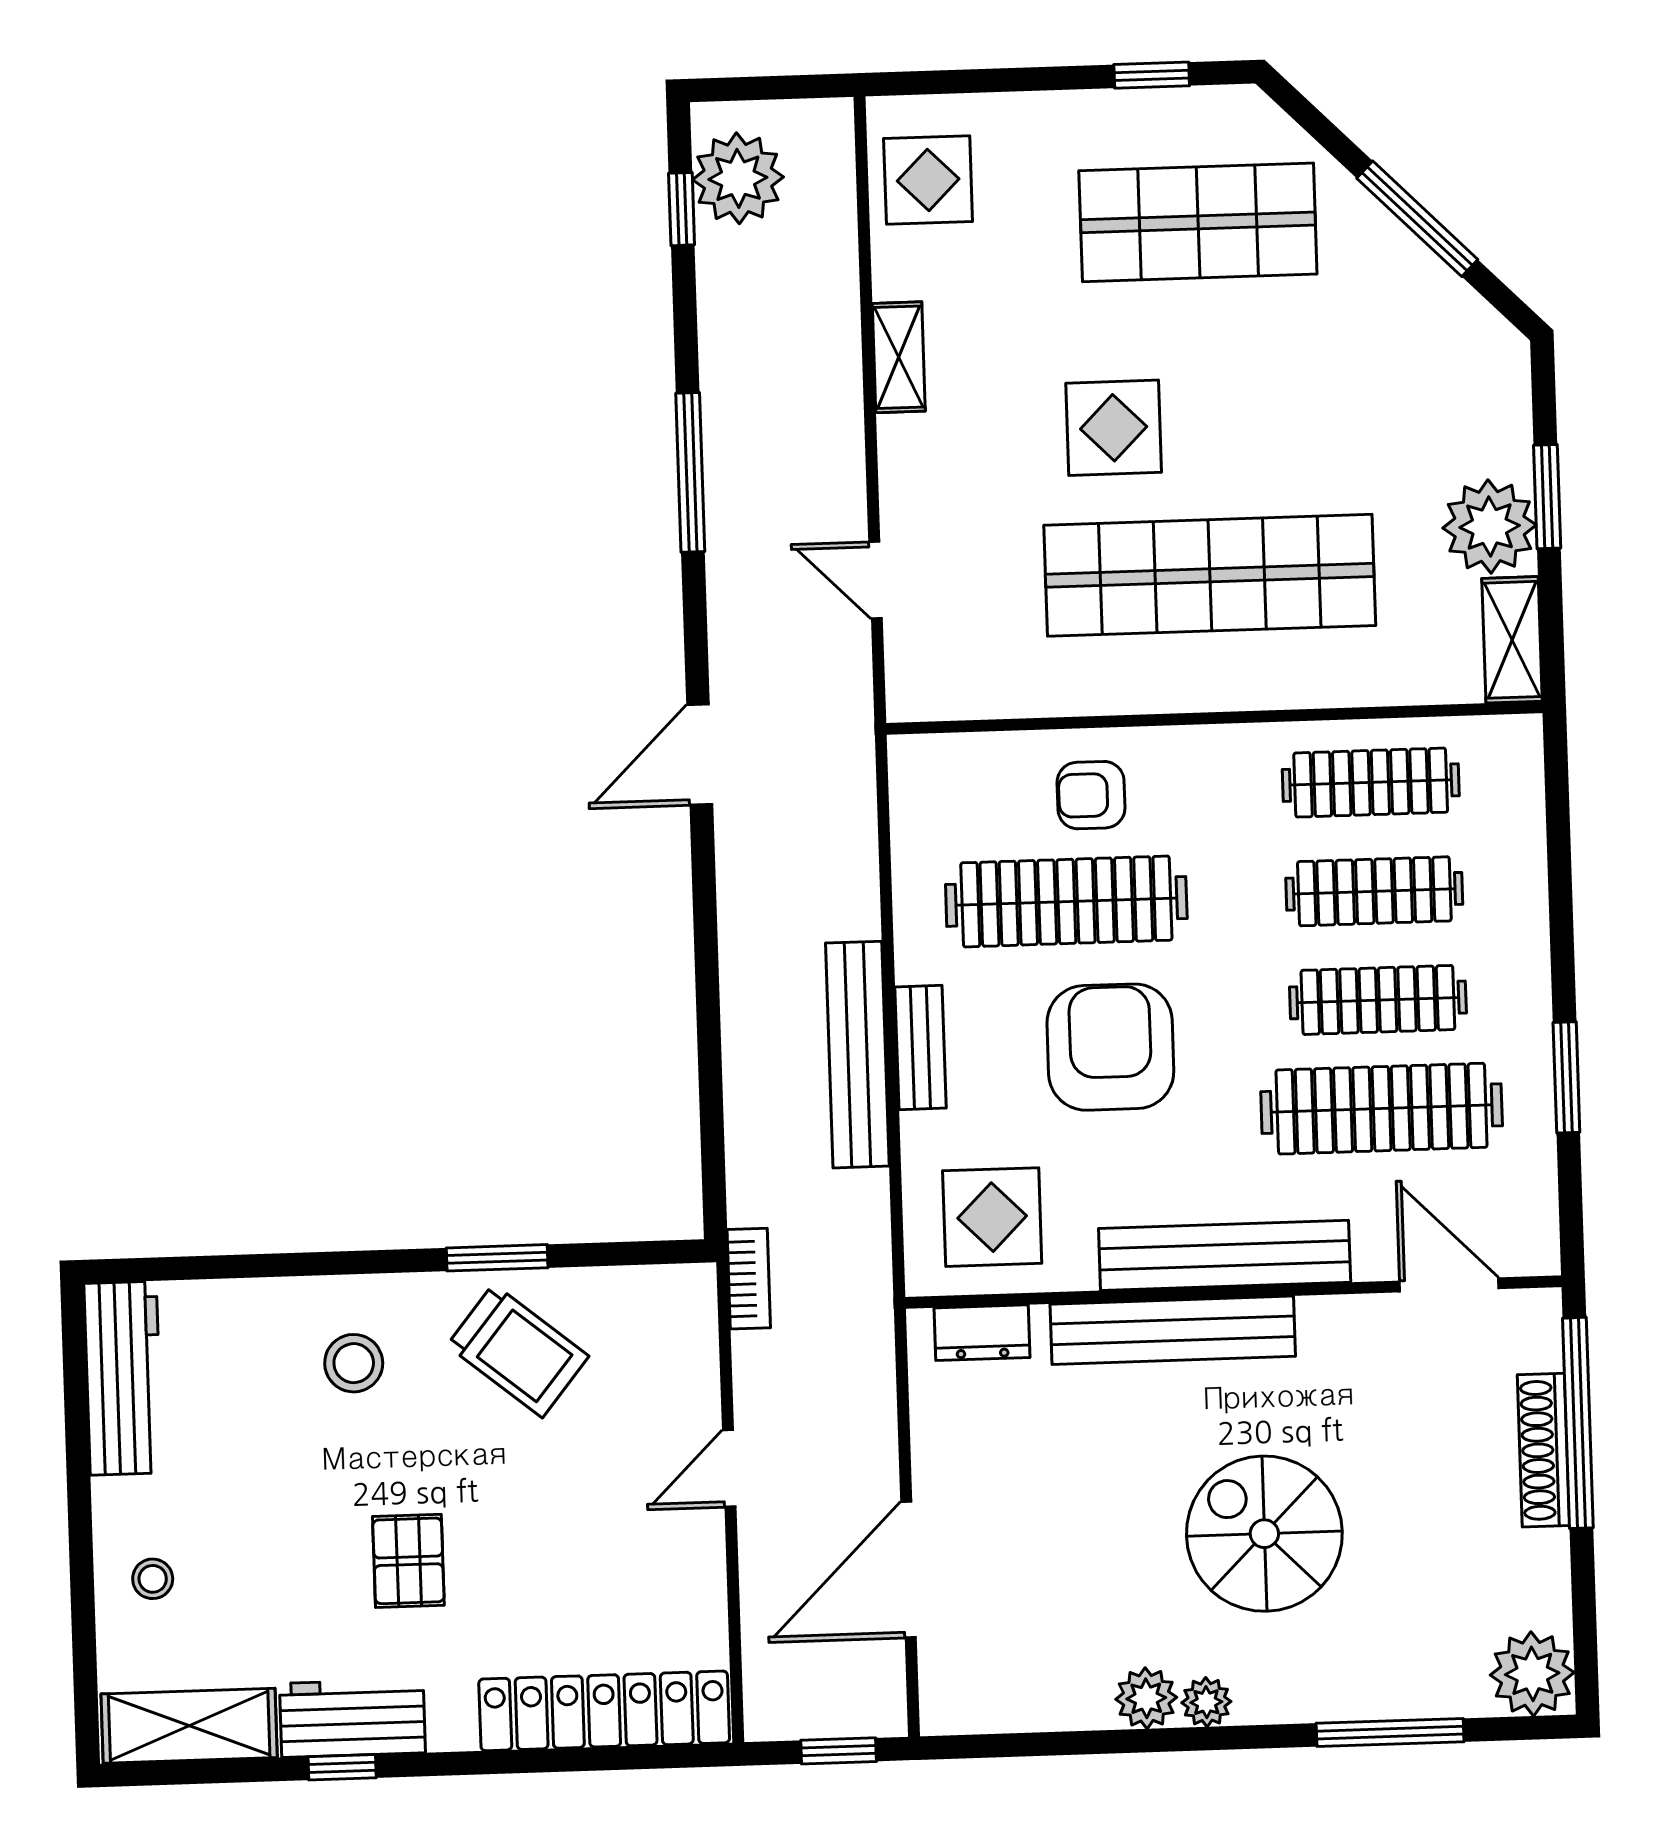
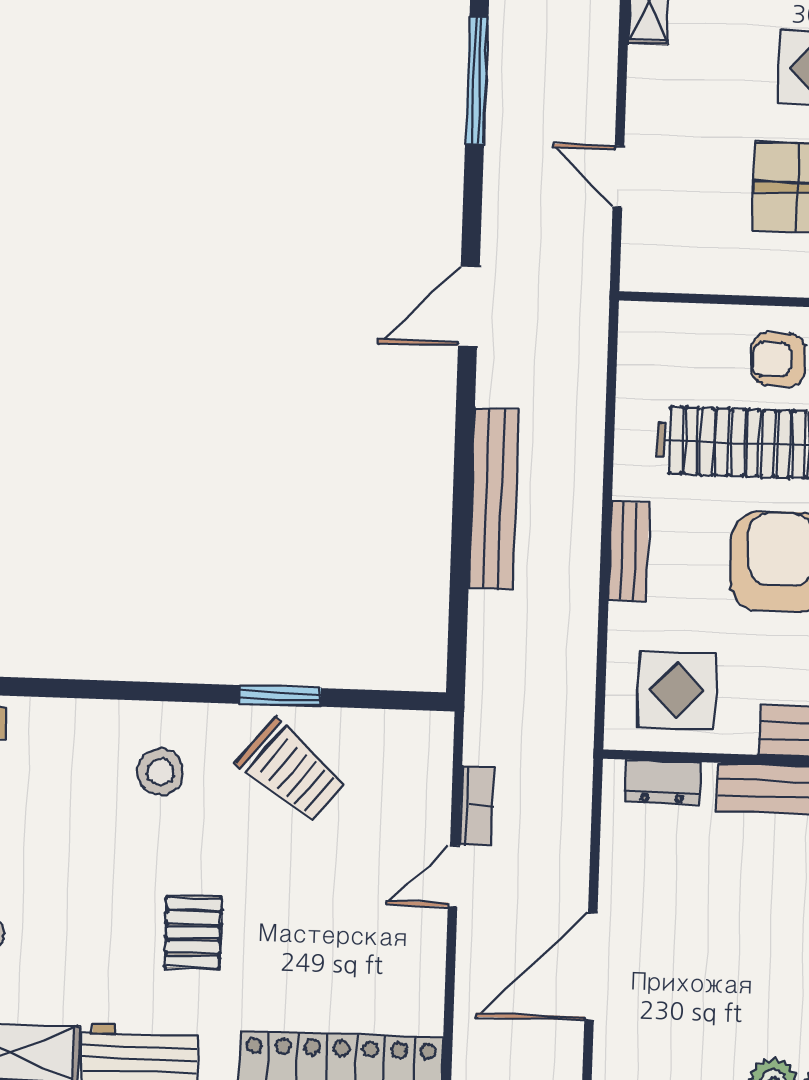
bench: (857, 1055) -> (494, 499), moved
bookcase: (749, 1279) -> (477, 806), moved

